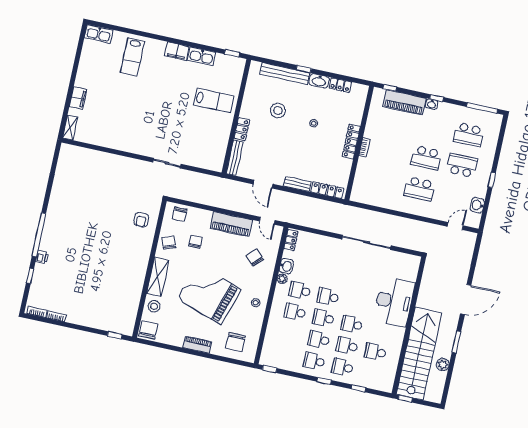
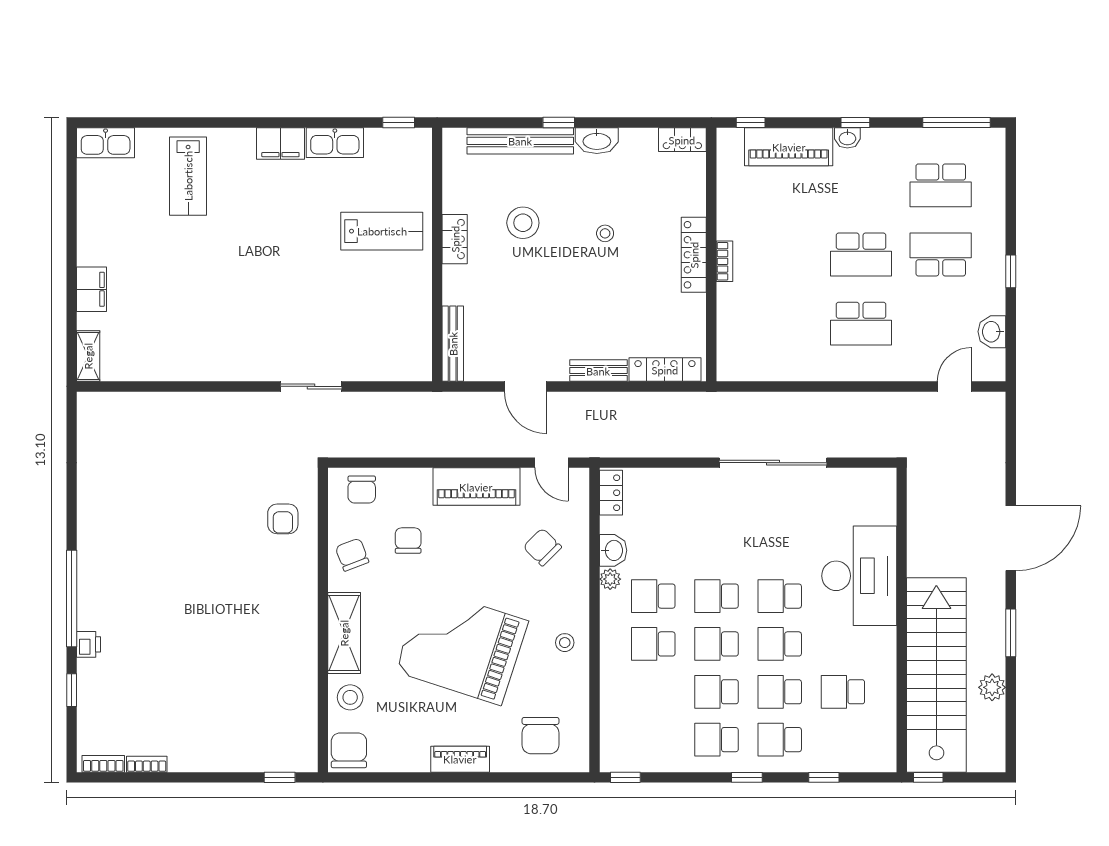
locker: (340, 85) -> (682, 140), moved
locker: (242, 129) -> (455, 239), moved
school desk: (356, 303) -> (780, 596), added

